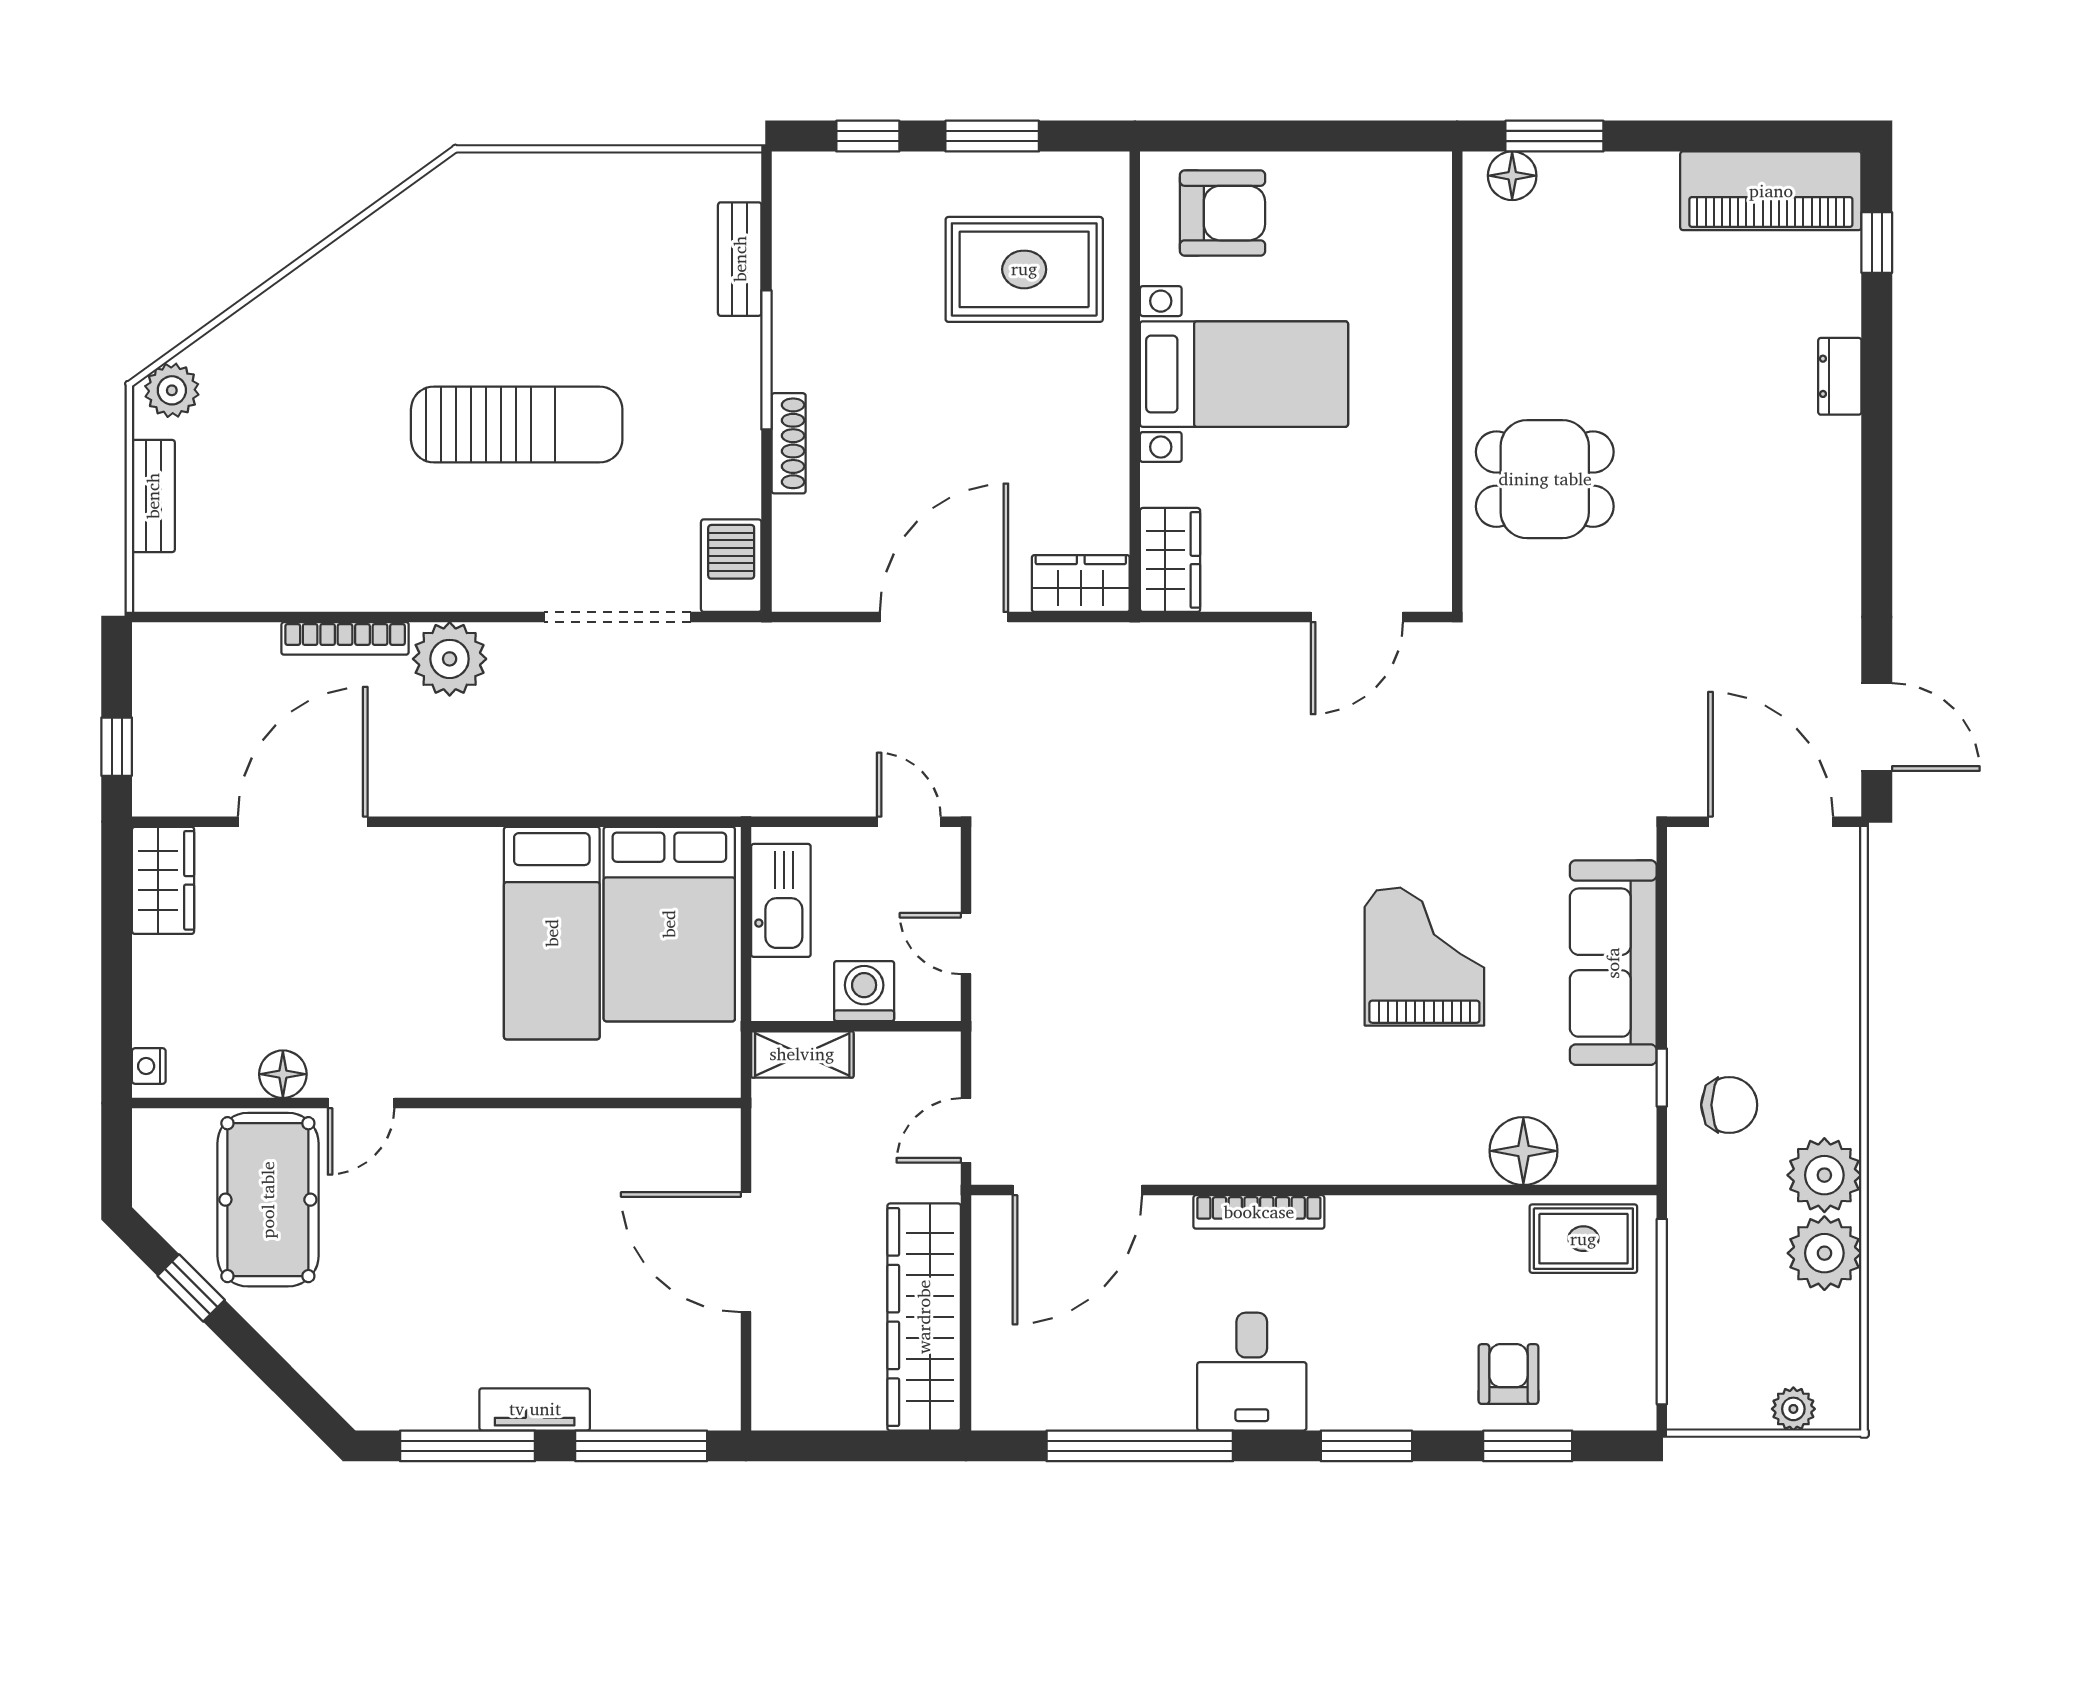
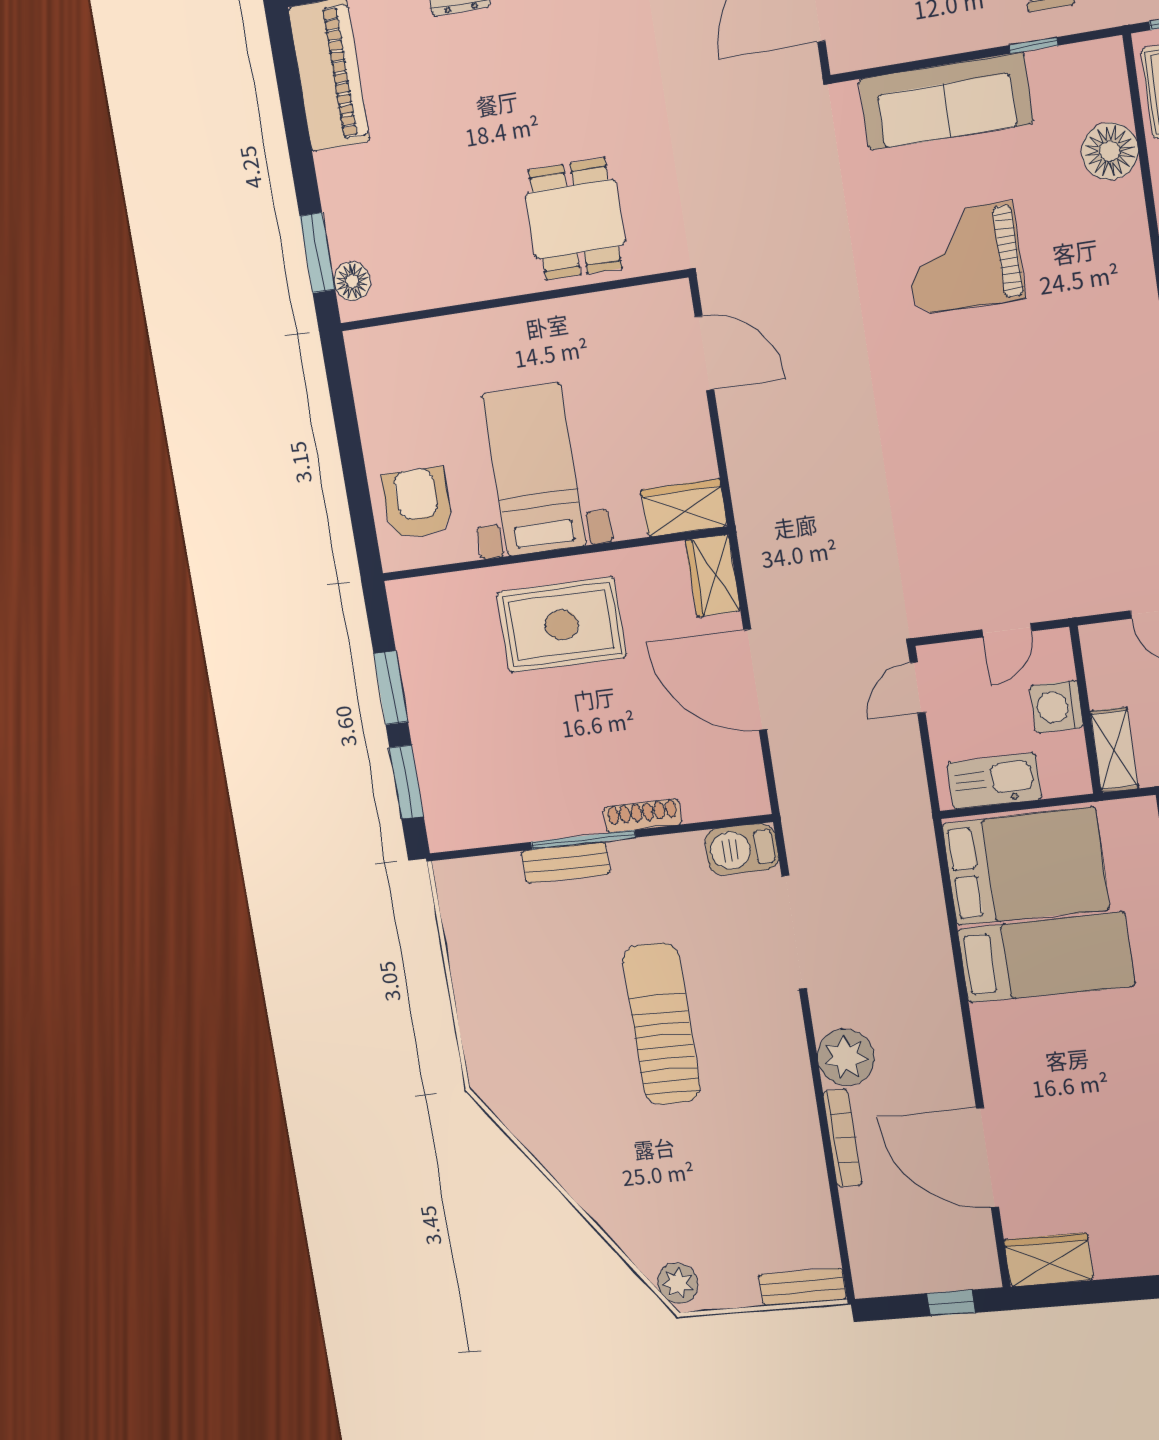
window: (868, 136) -> (407, 782), width x1.50
bench: (740, 259) -> (565, 863), moved
rug: (1024, 269) -> (562, 625), moved, turned 90
bench: (153, 496) -> (803, 1287), moved

